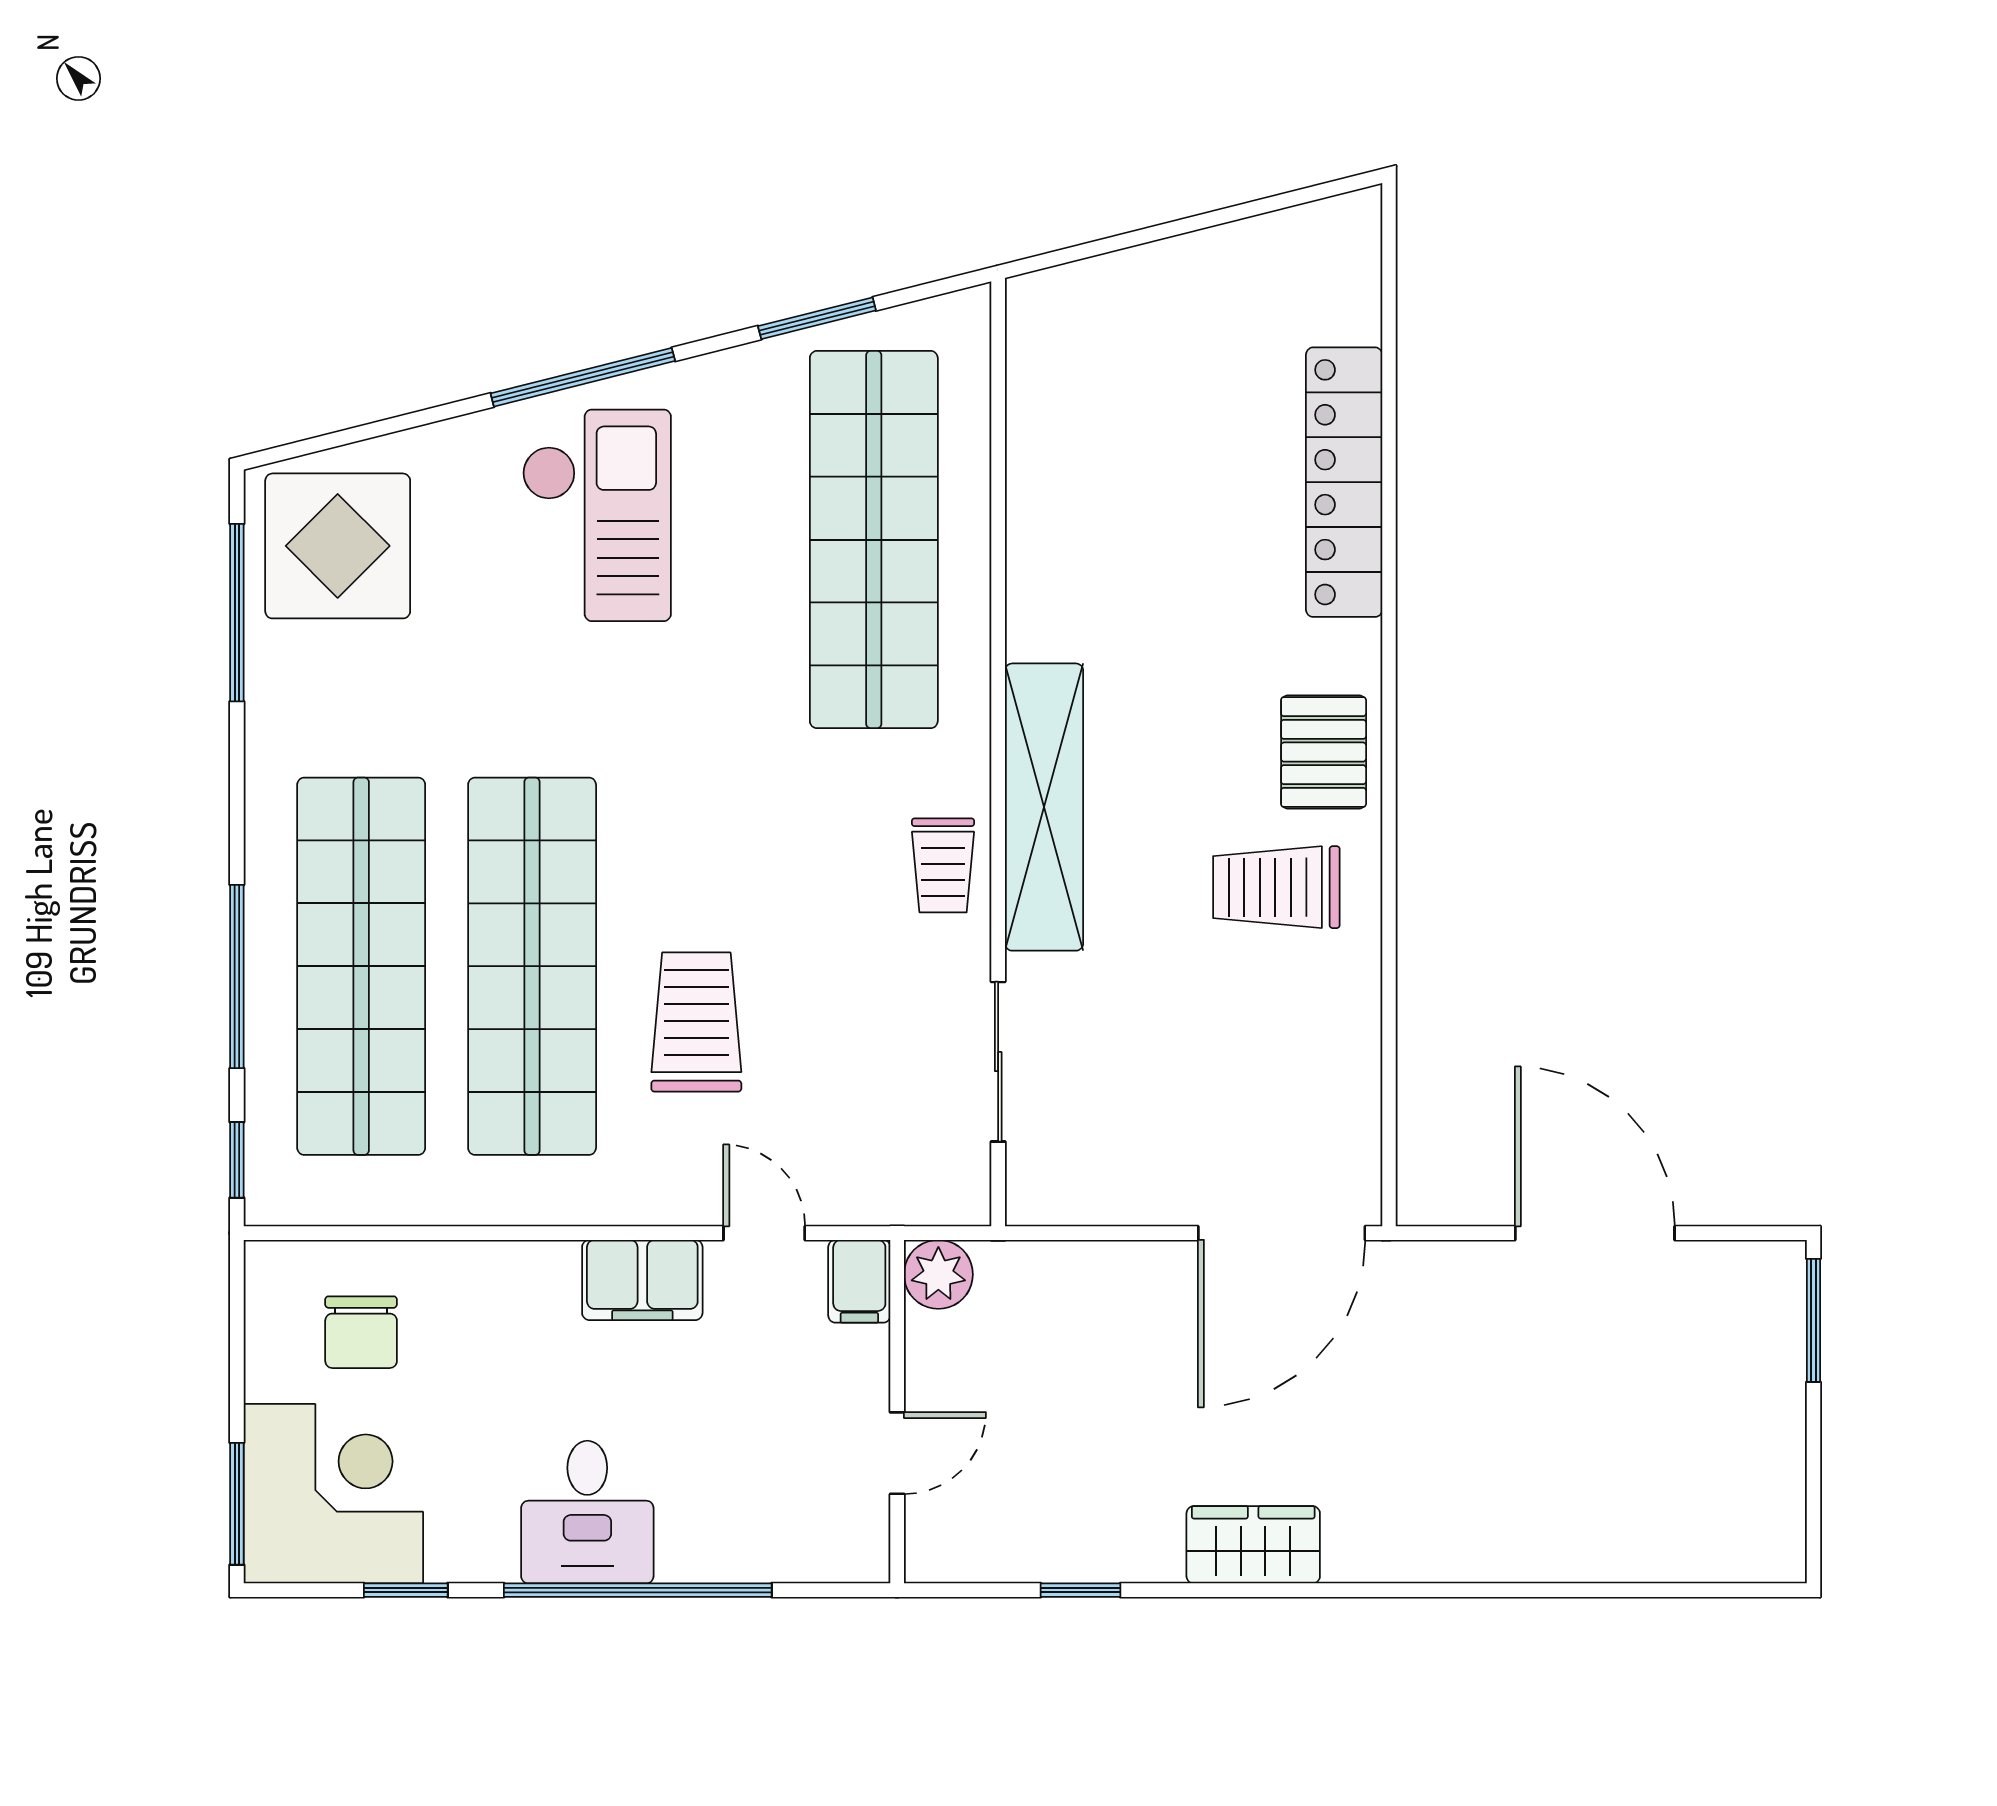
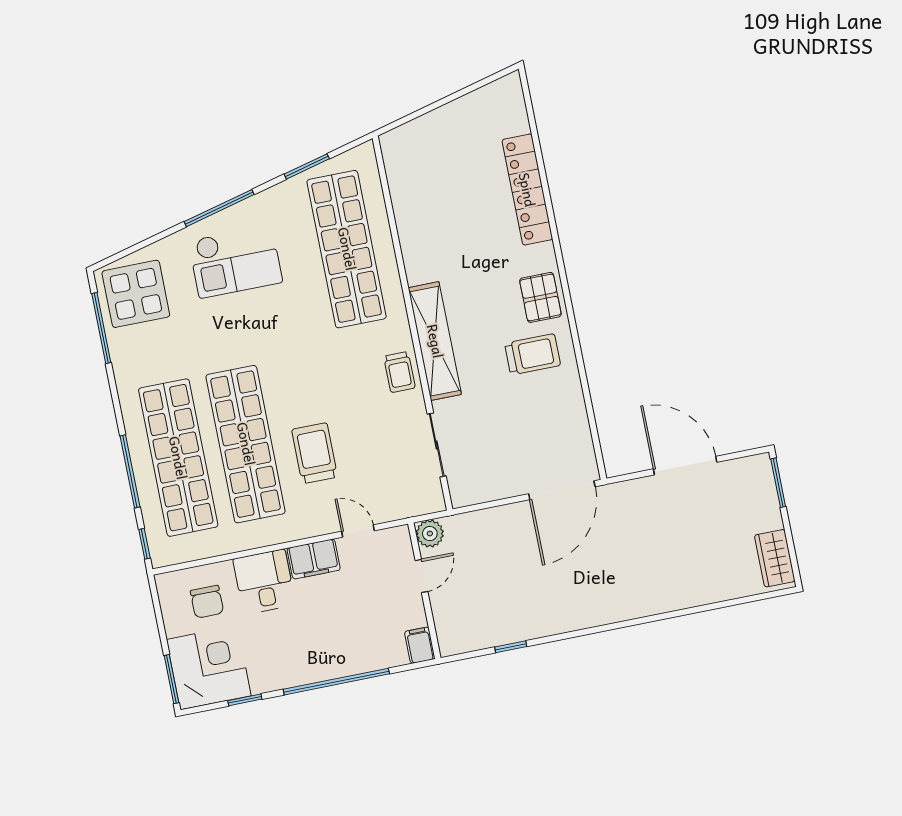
checkout: (597, 515) -> (235, 261), turned 90
trolley: (1276, 887) -> (533, 354), turned 180
filing cabinet: (859, 1281) -> (420, 645), moved, turned 180
door: (897, 1453) -> (421, 576), moved
desk: (587, 1512) -> (264, 582), moved, turned 180
wardrobe: (1253, 1545) -> (775, 558), moved, turned -90

